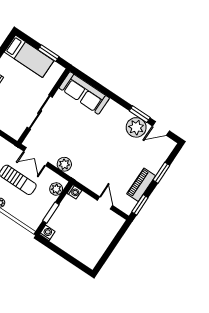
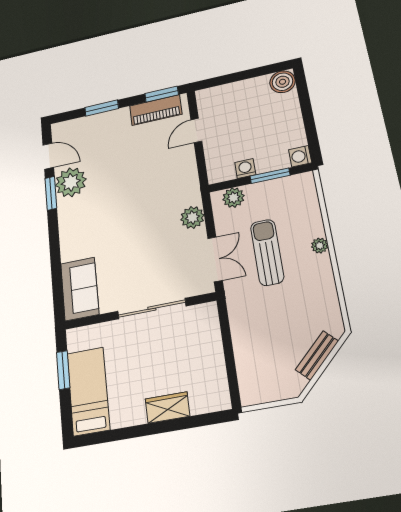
sofa: (84, 93) -> (80, 289), width x0.73
piano: (141, 185) -> (156, 110), moved
washing machine: (74, 192) -> (245, 168), moved
boiler: (90, 260) -> (283, 82), added

